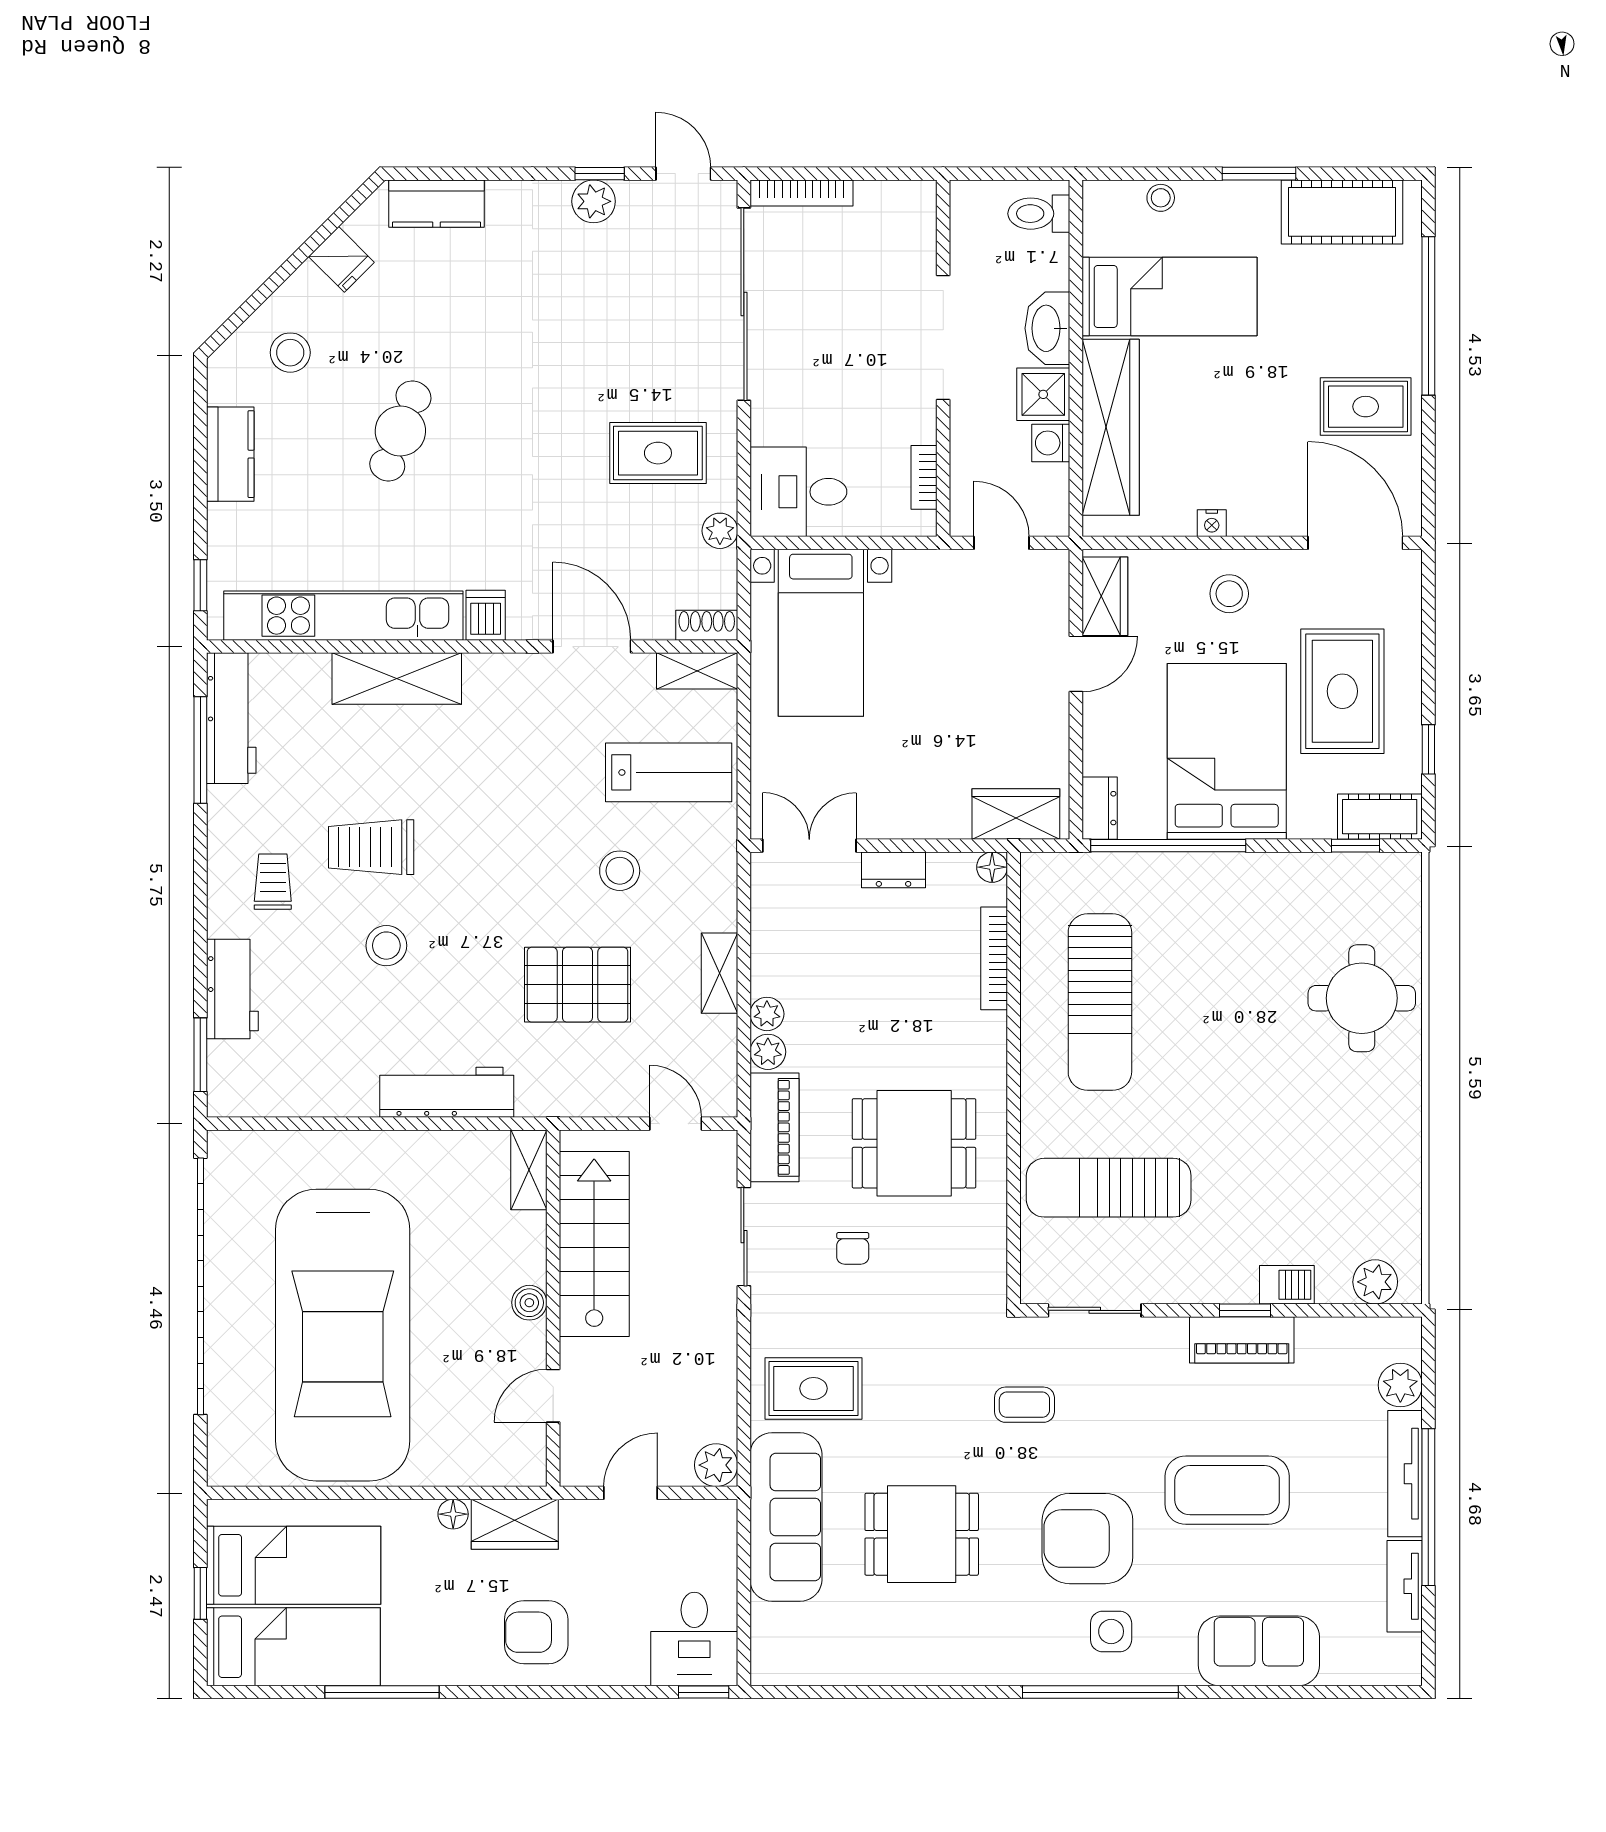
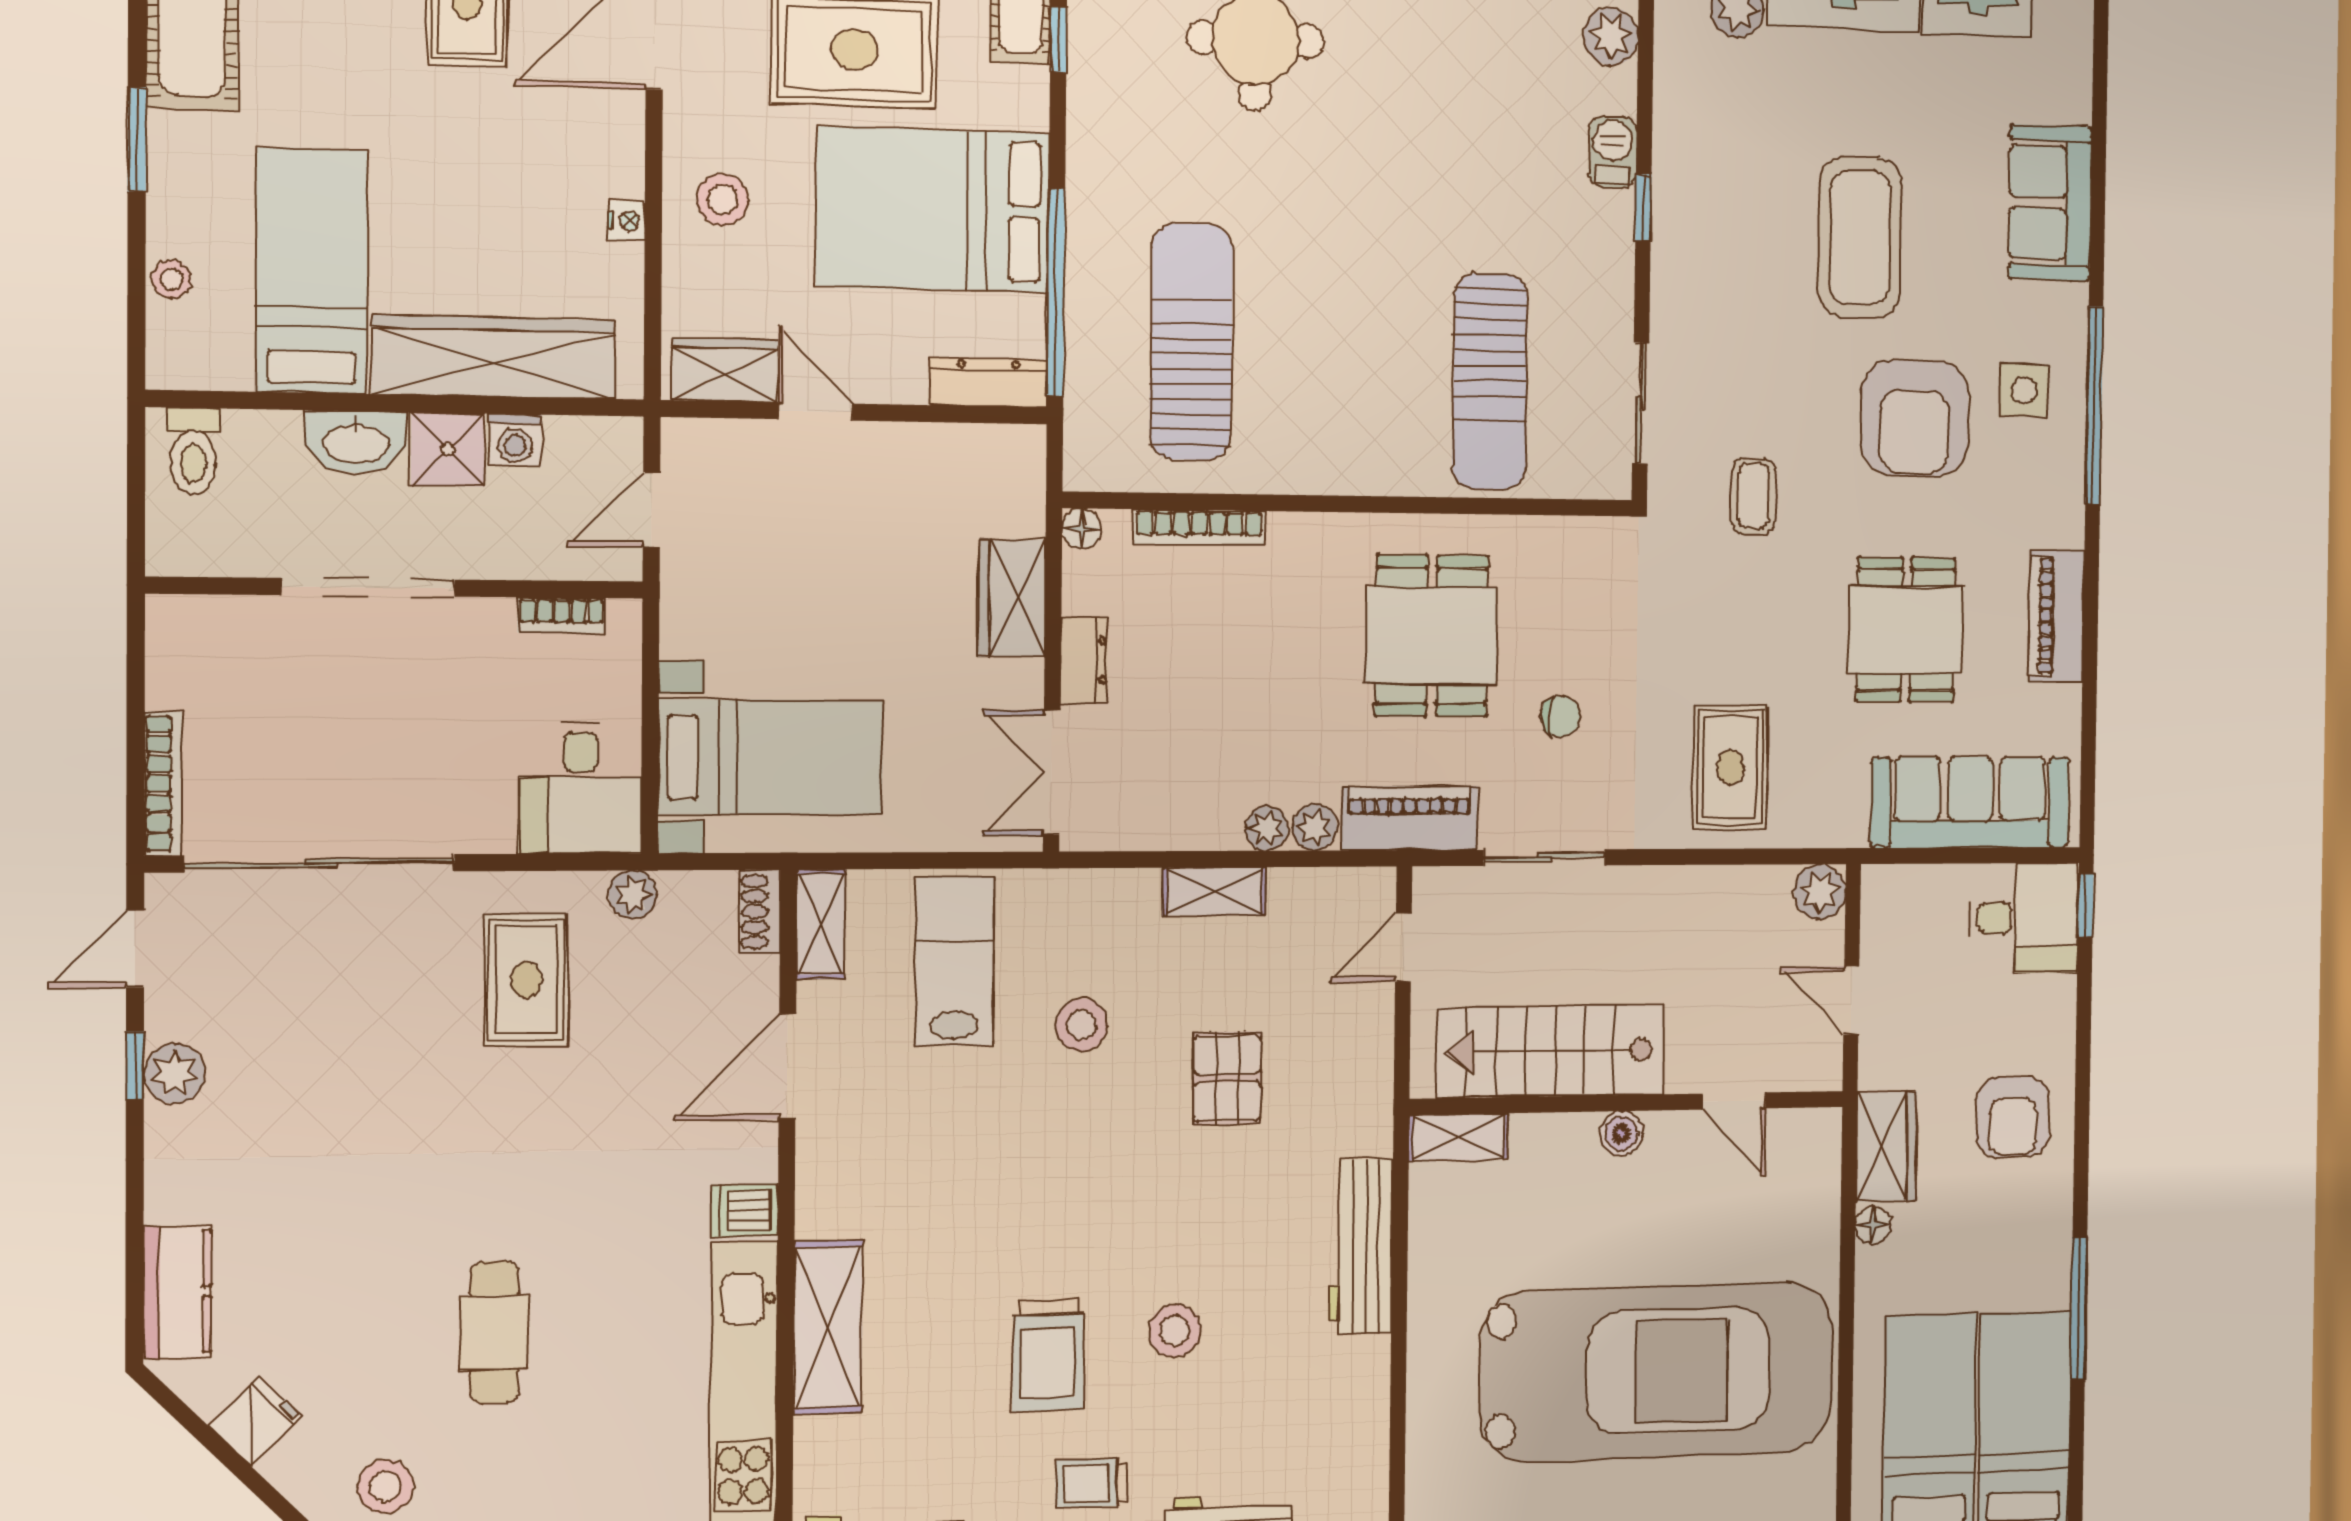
cafe table: (400, 431) -> (494, 1333), turned 69
dresser: (1100, 808) -> (988, 383), width x1.44
wardrobe: (1016, 814) -> (1012, 598), moved
pallet: (577, 985) -> (1227, 1078), width x0.67, depth x0.71
sun lounger: (1100, 1002) -> (1191, 342), moved, turned -90
piano: (1242, 1340) -> (2056, 616), moved, turned 180
sofa: (786, 1517) -> (1970, 802), moved

